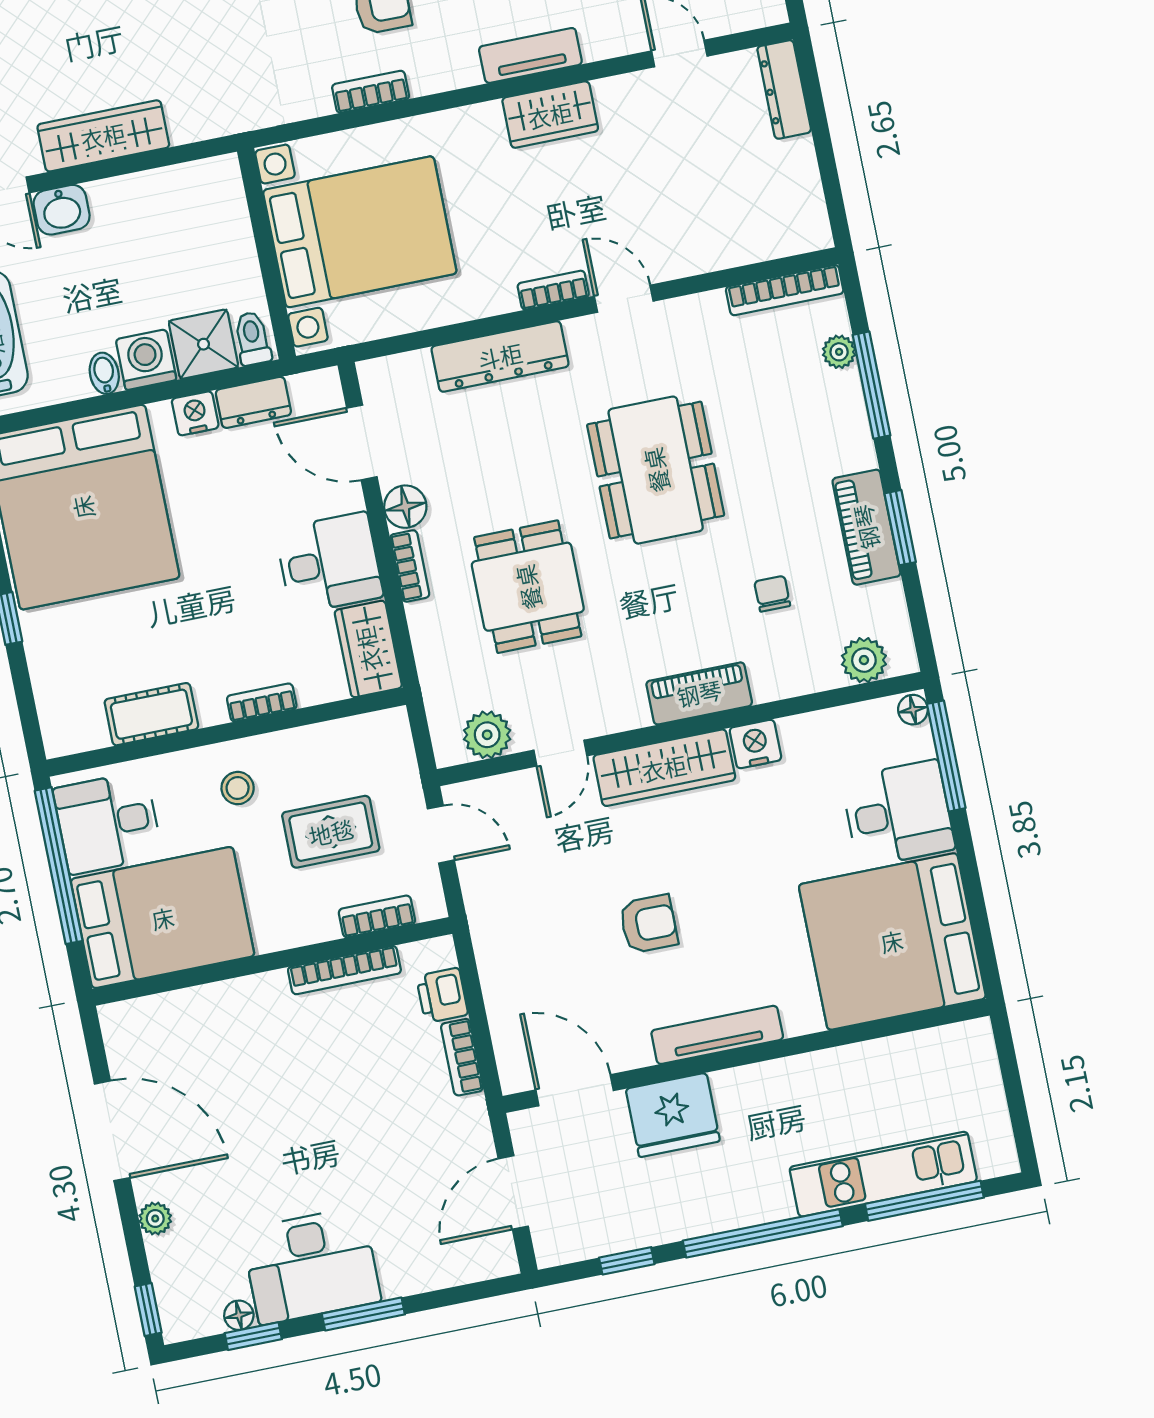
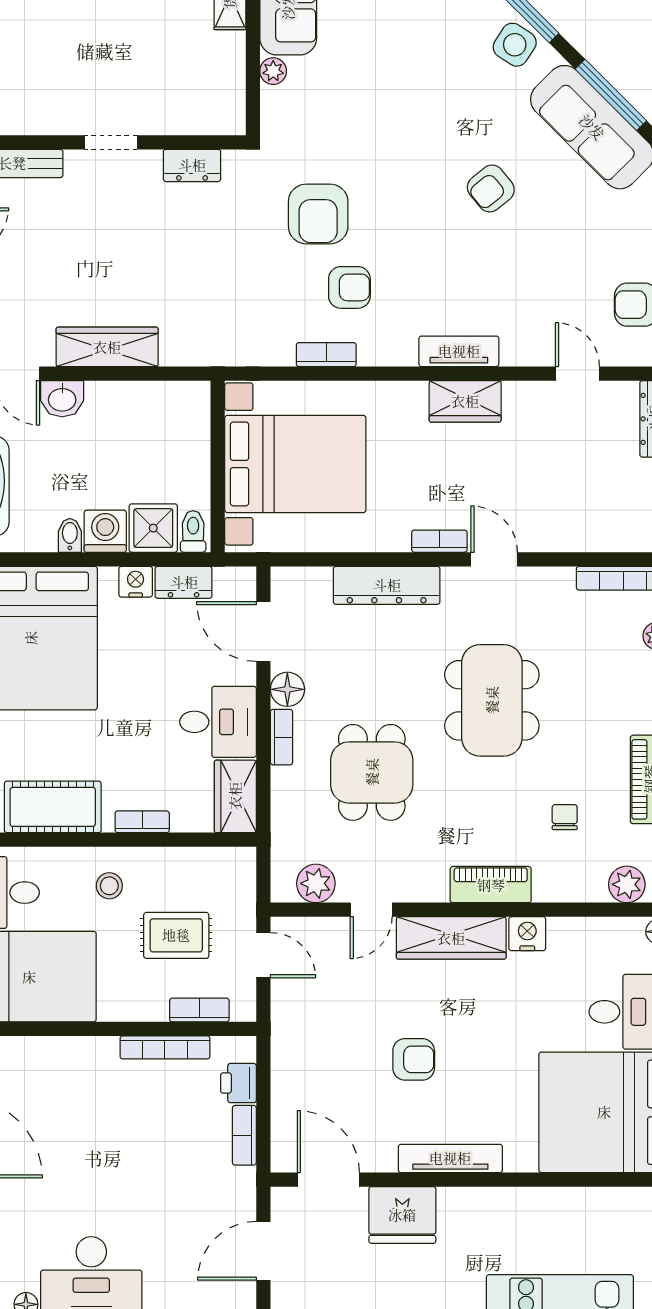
cot: (151, 714) -> (53, 807), width x1.37, depth x1.34

